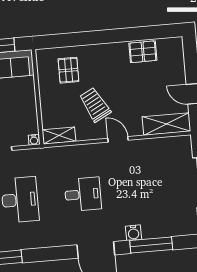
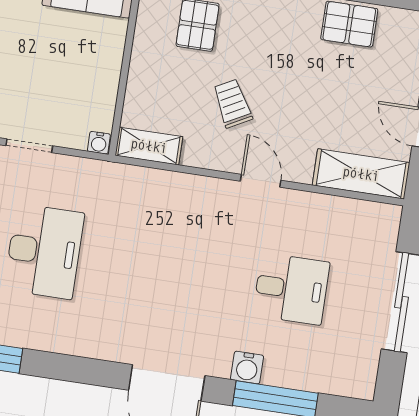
trolley: (95, 105) -> (233, 103), width x0.73, depth x0.72
desk: (83, 194) -> (291, 289), moved

